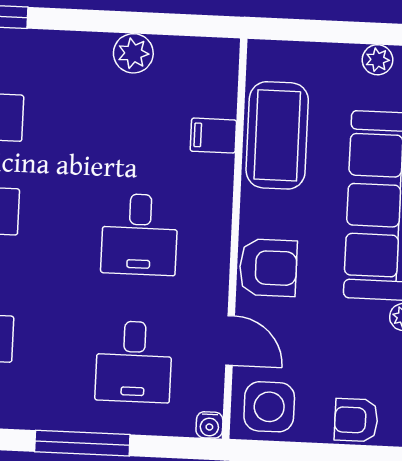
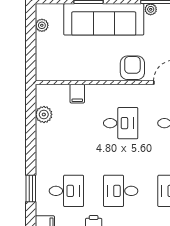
plant: (133, 53) -> (44, 114), moved
coffee table: (277, 135) -> (76, 66), removed

